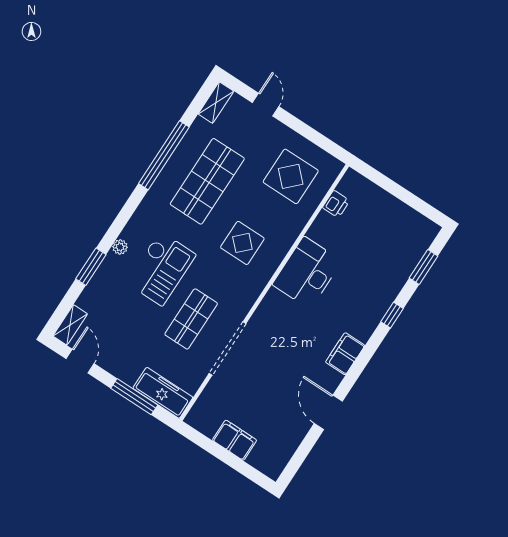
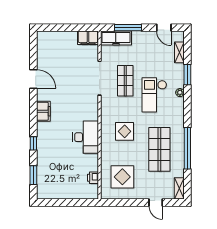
shelving: (70, 325) -> (179, 52), moved
filing cabinet: (235, 440) -> (88, 38), moved

